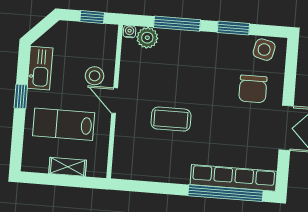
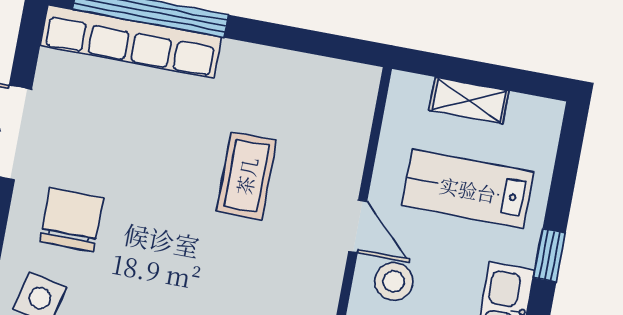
coffee table: (171, 119) -> (246, 176), turned 90
lab bench: (64, 124) -> (468, 189), turned 180

